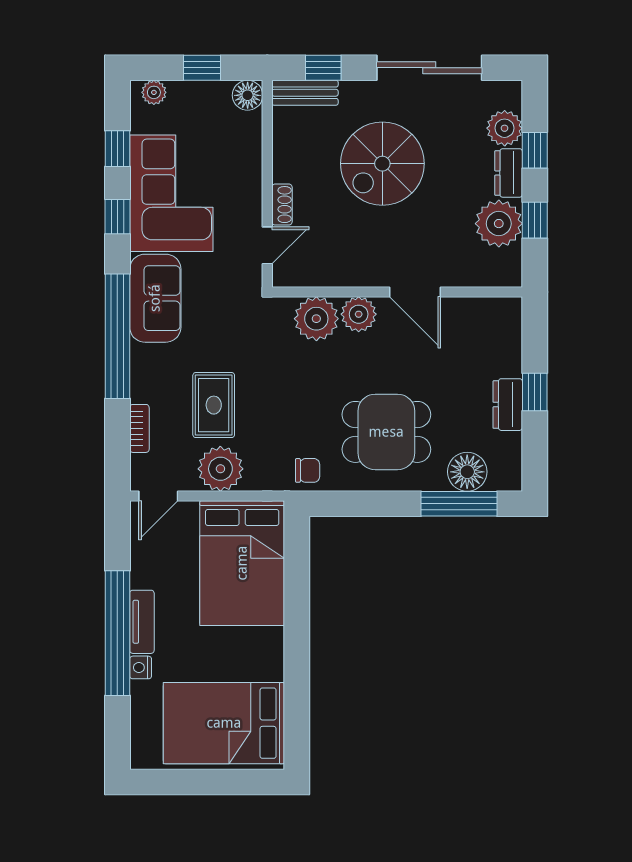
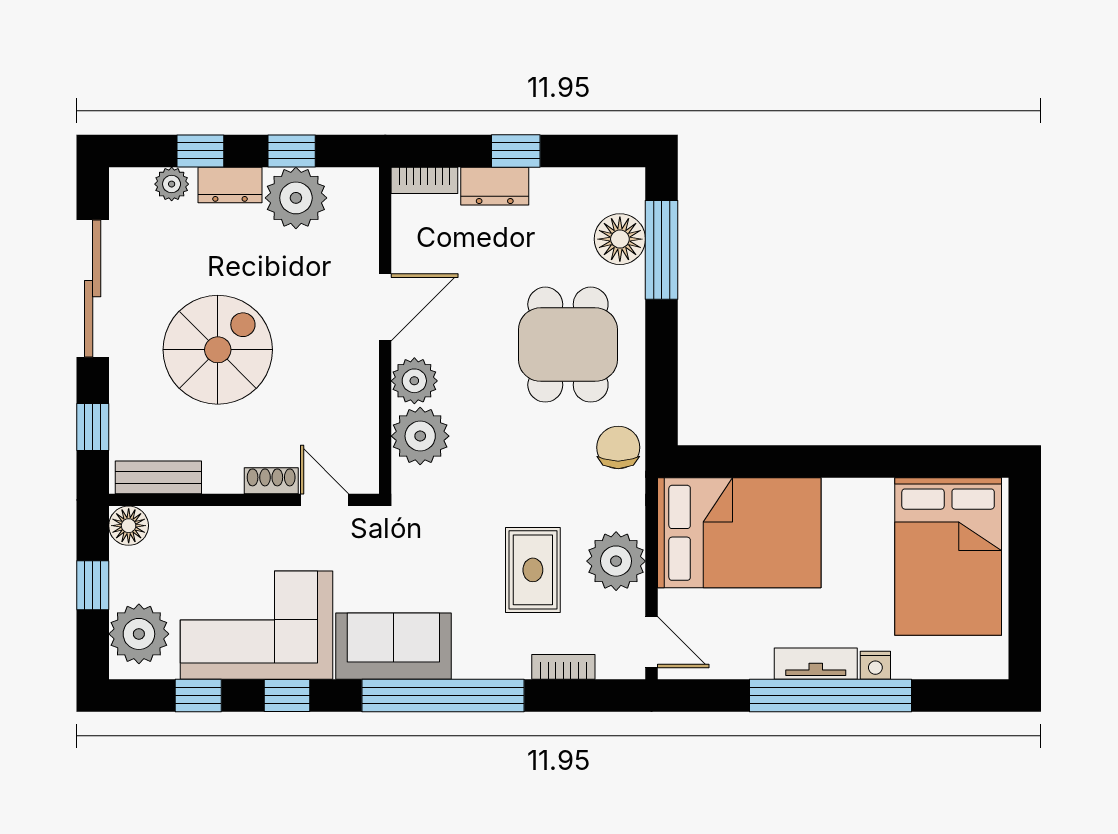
plant: (154, 92) -> (139, 634), width x1.88, depth x1.88
bench: (305, 93) -> (158, 477), moved, turned 90
plant: (505, 128) -> (172, 184), width x0.73, depth x0.73
spiral stairs: (382, 164) -> (218, 350), turned -90
bookcase: (512, 322) -> (424, 180), added
rug: (214, 405) -> (533, 570), turned 90
dresser: (508, 405) -> (495, 186), moved
chair: (308, 470) -> (618, 447), width x1.37, depth x1.37

